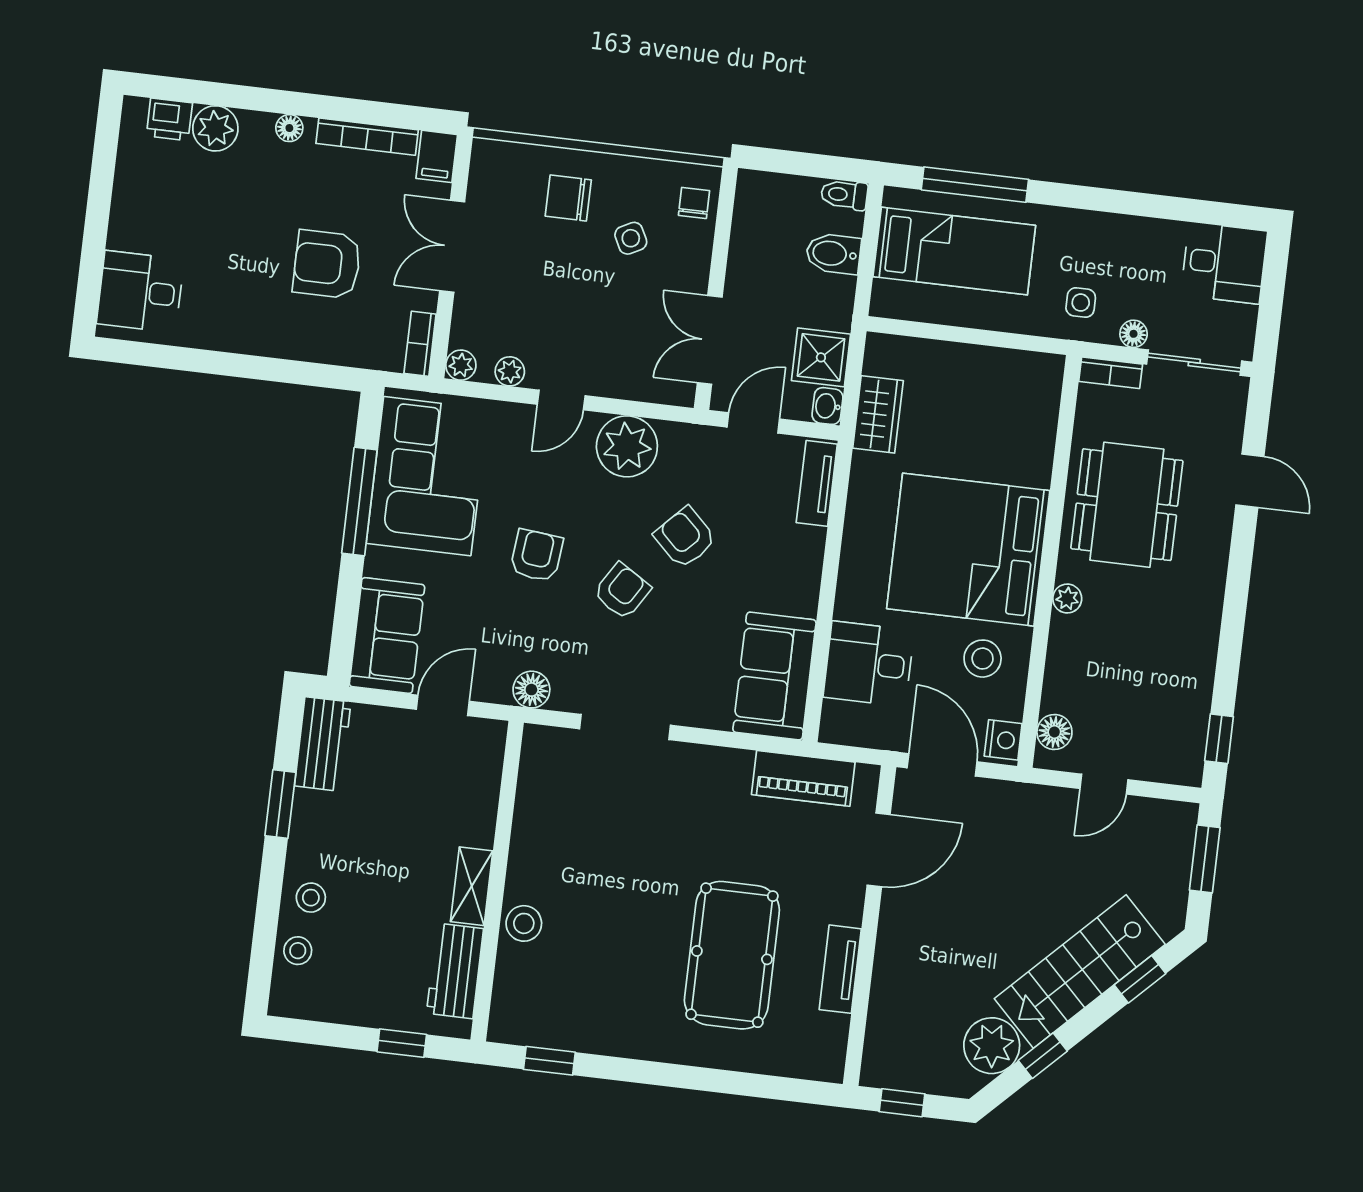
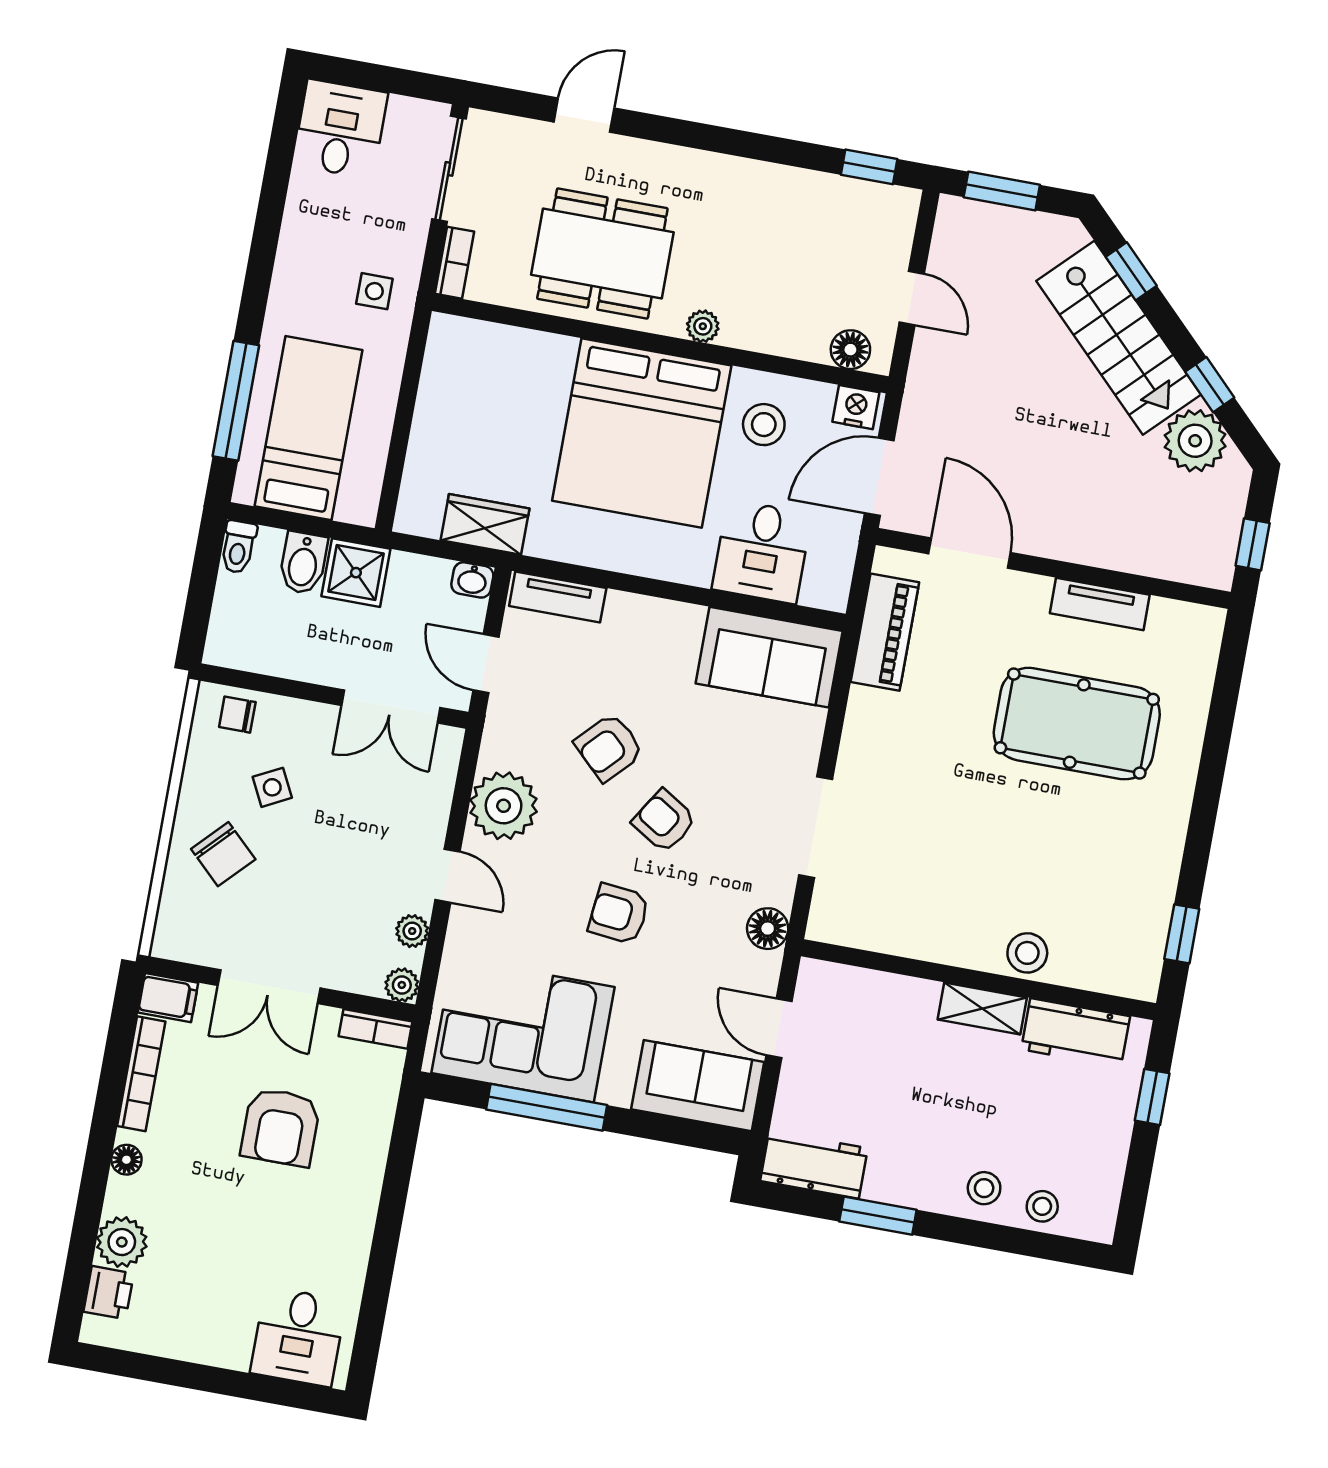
chair: (568, 198) -> (223, 854), turned -46
floor lamp: (1134, 334) -> (413, 234), removed
shower: (821, 357) -> (356, 573), moved

